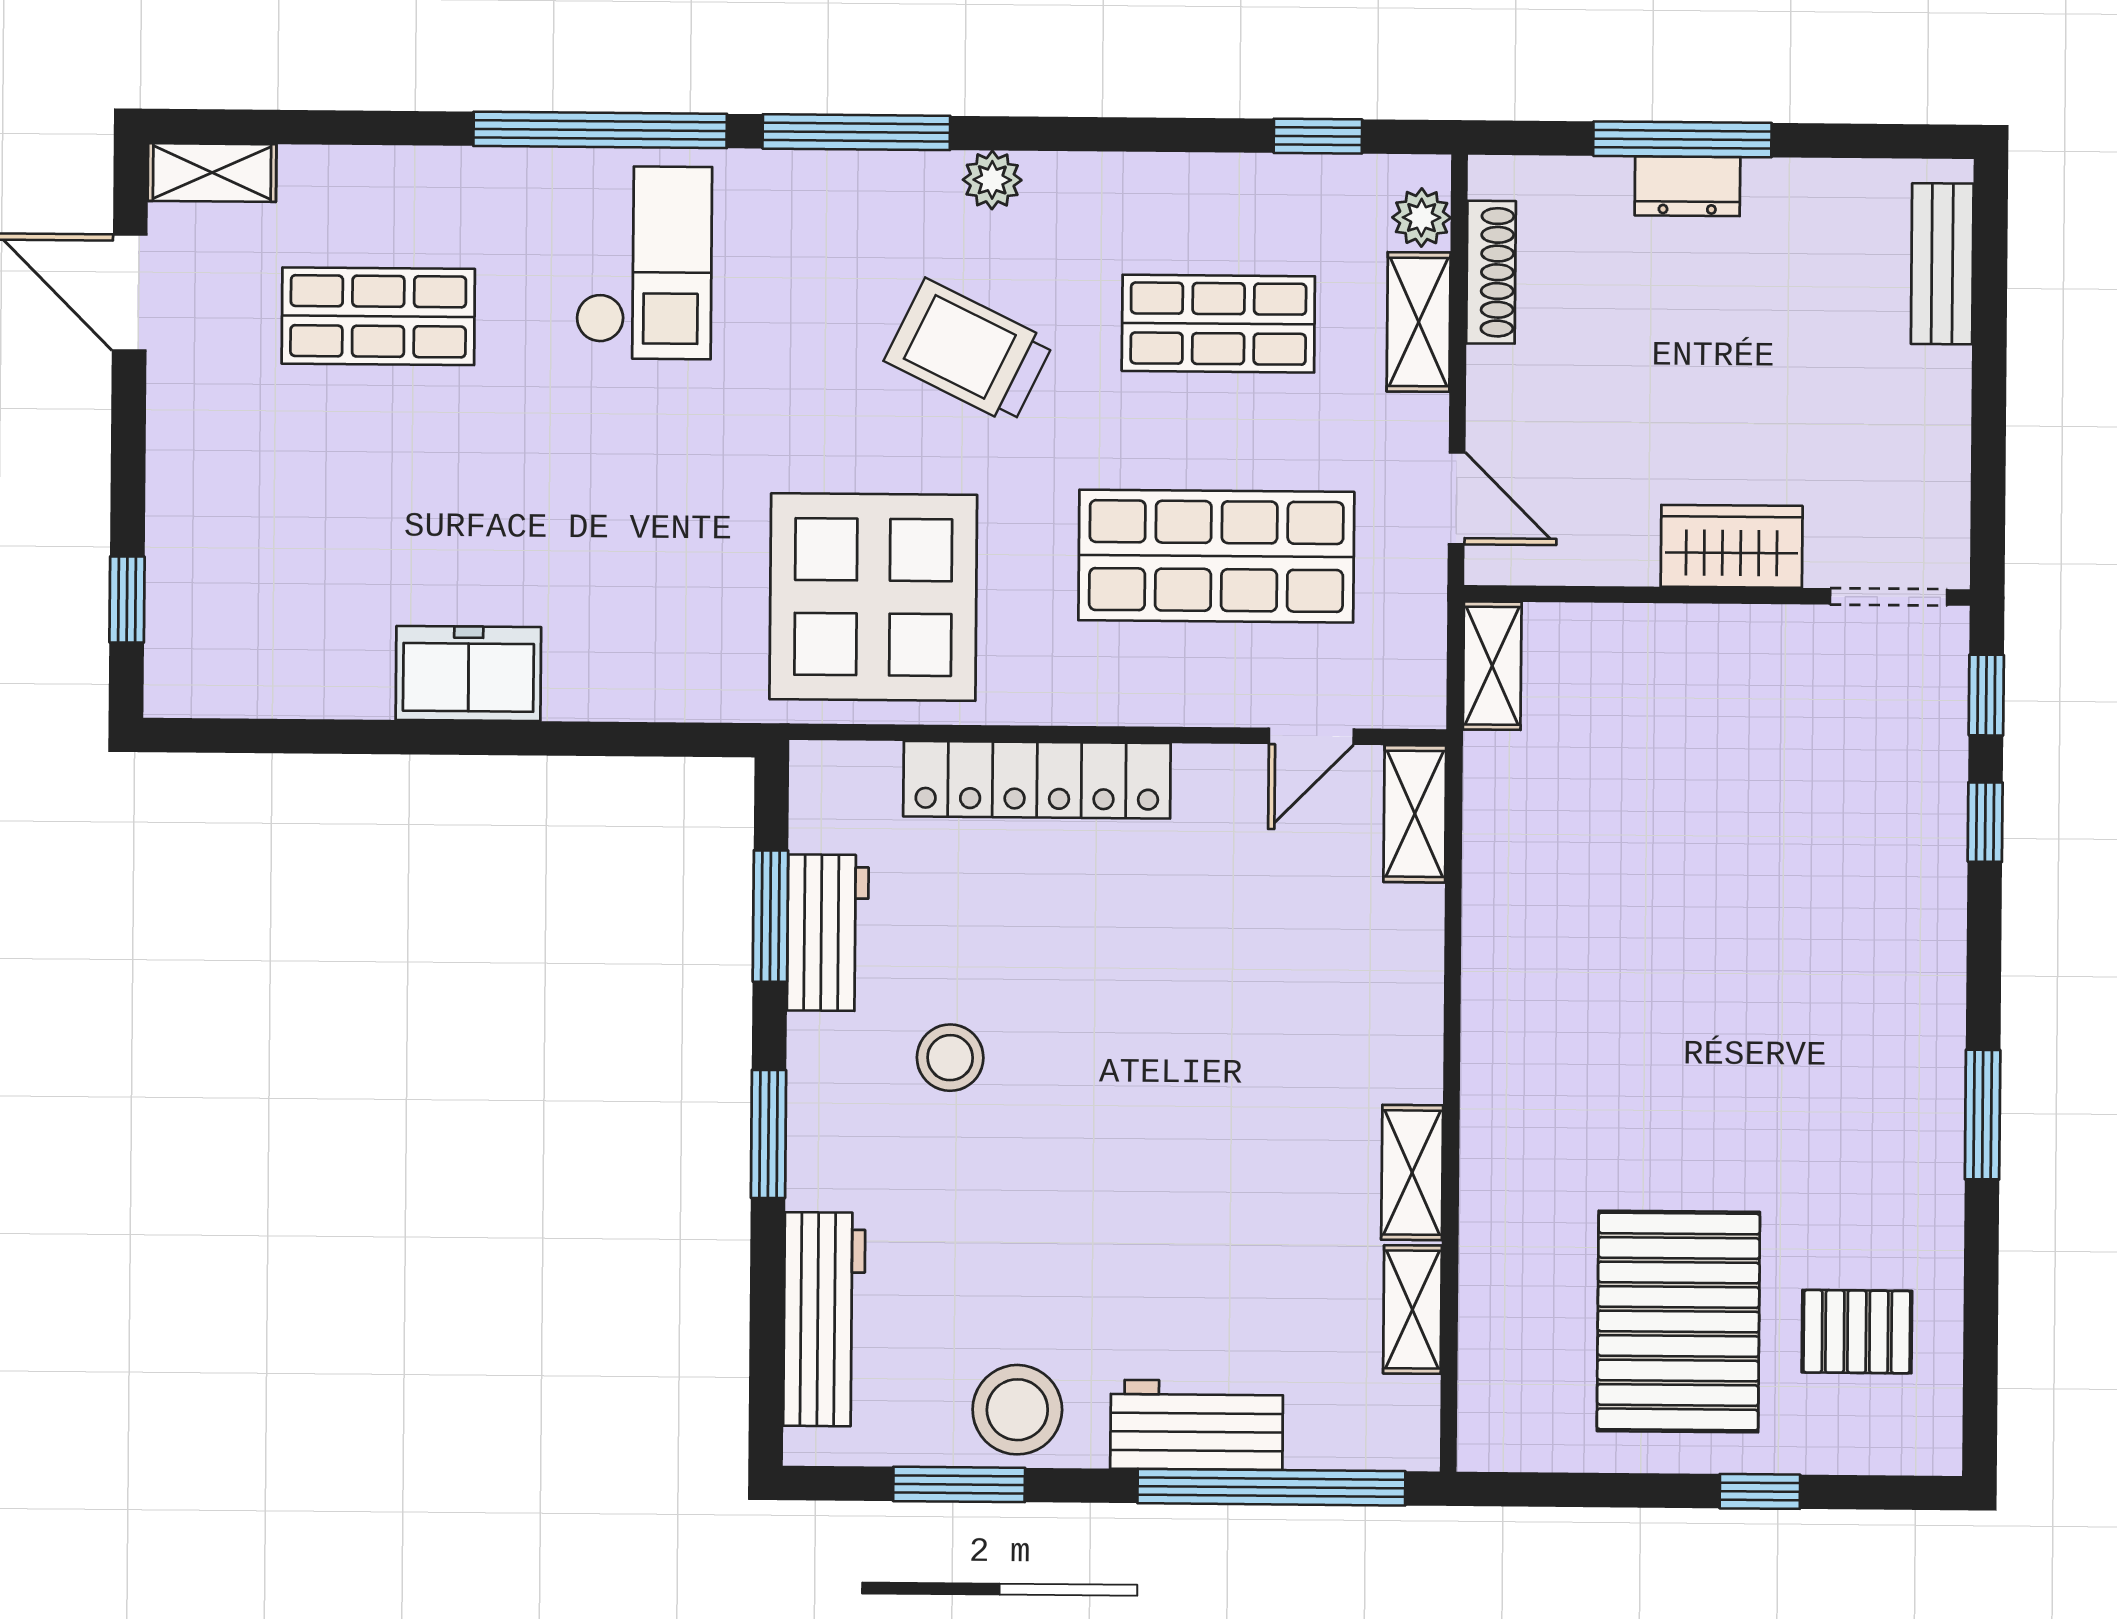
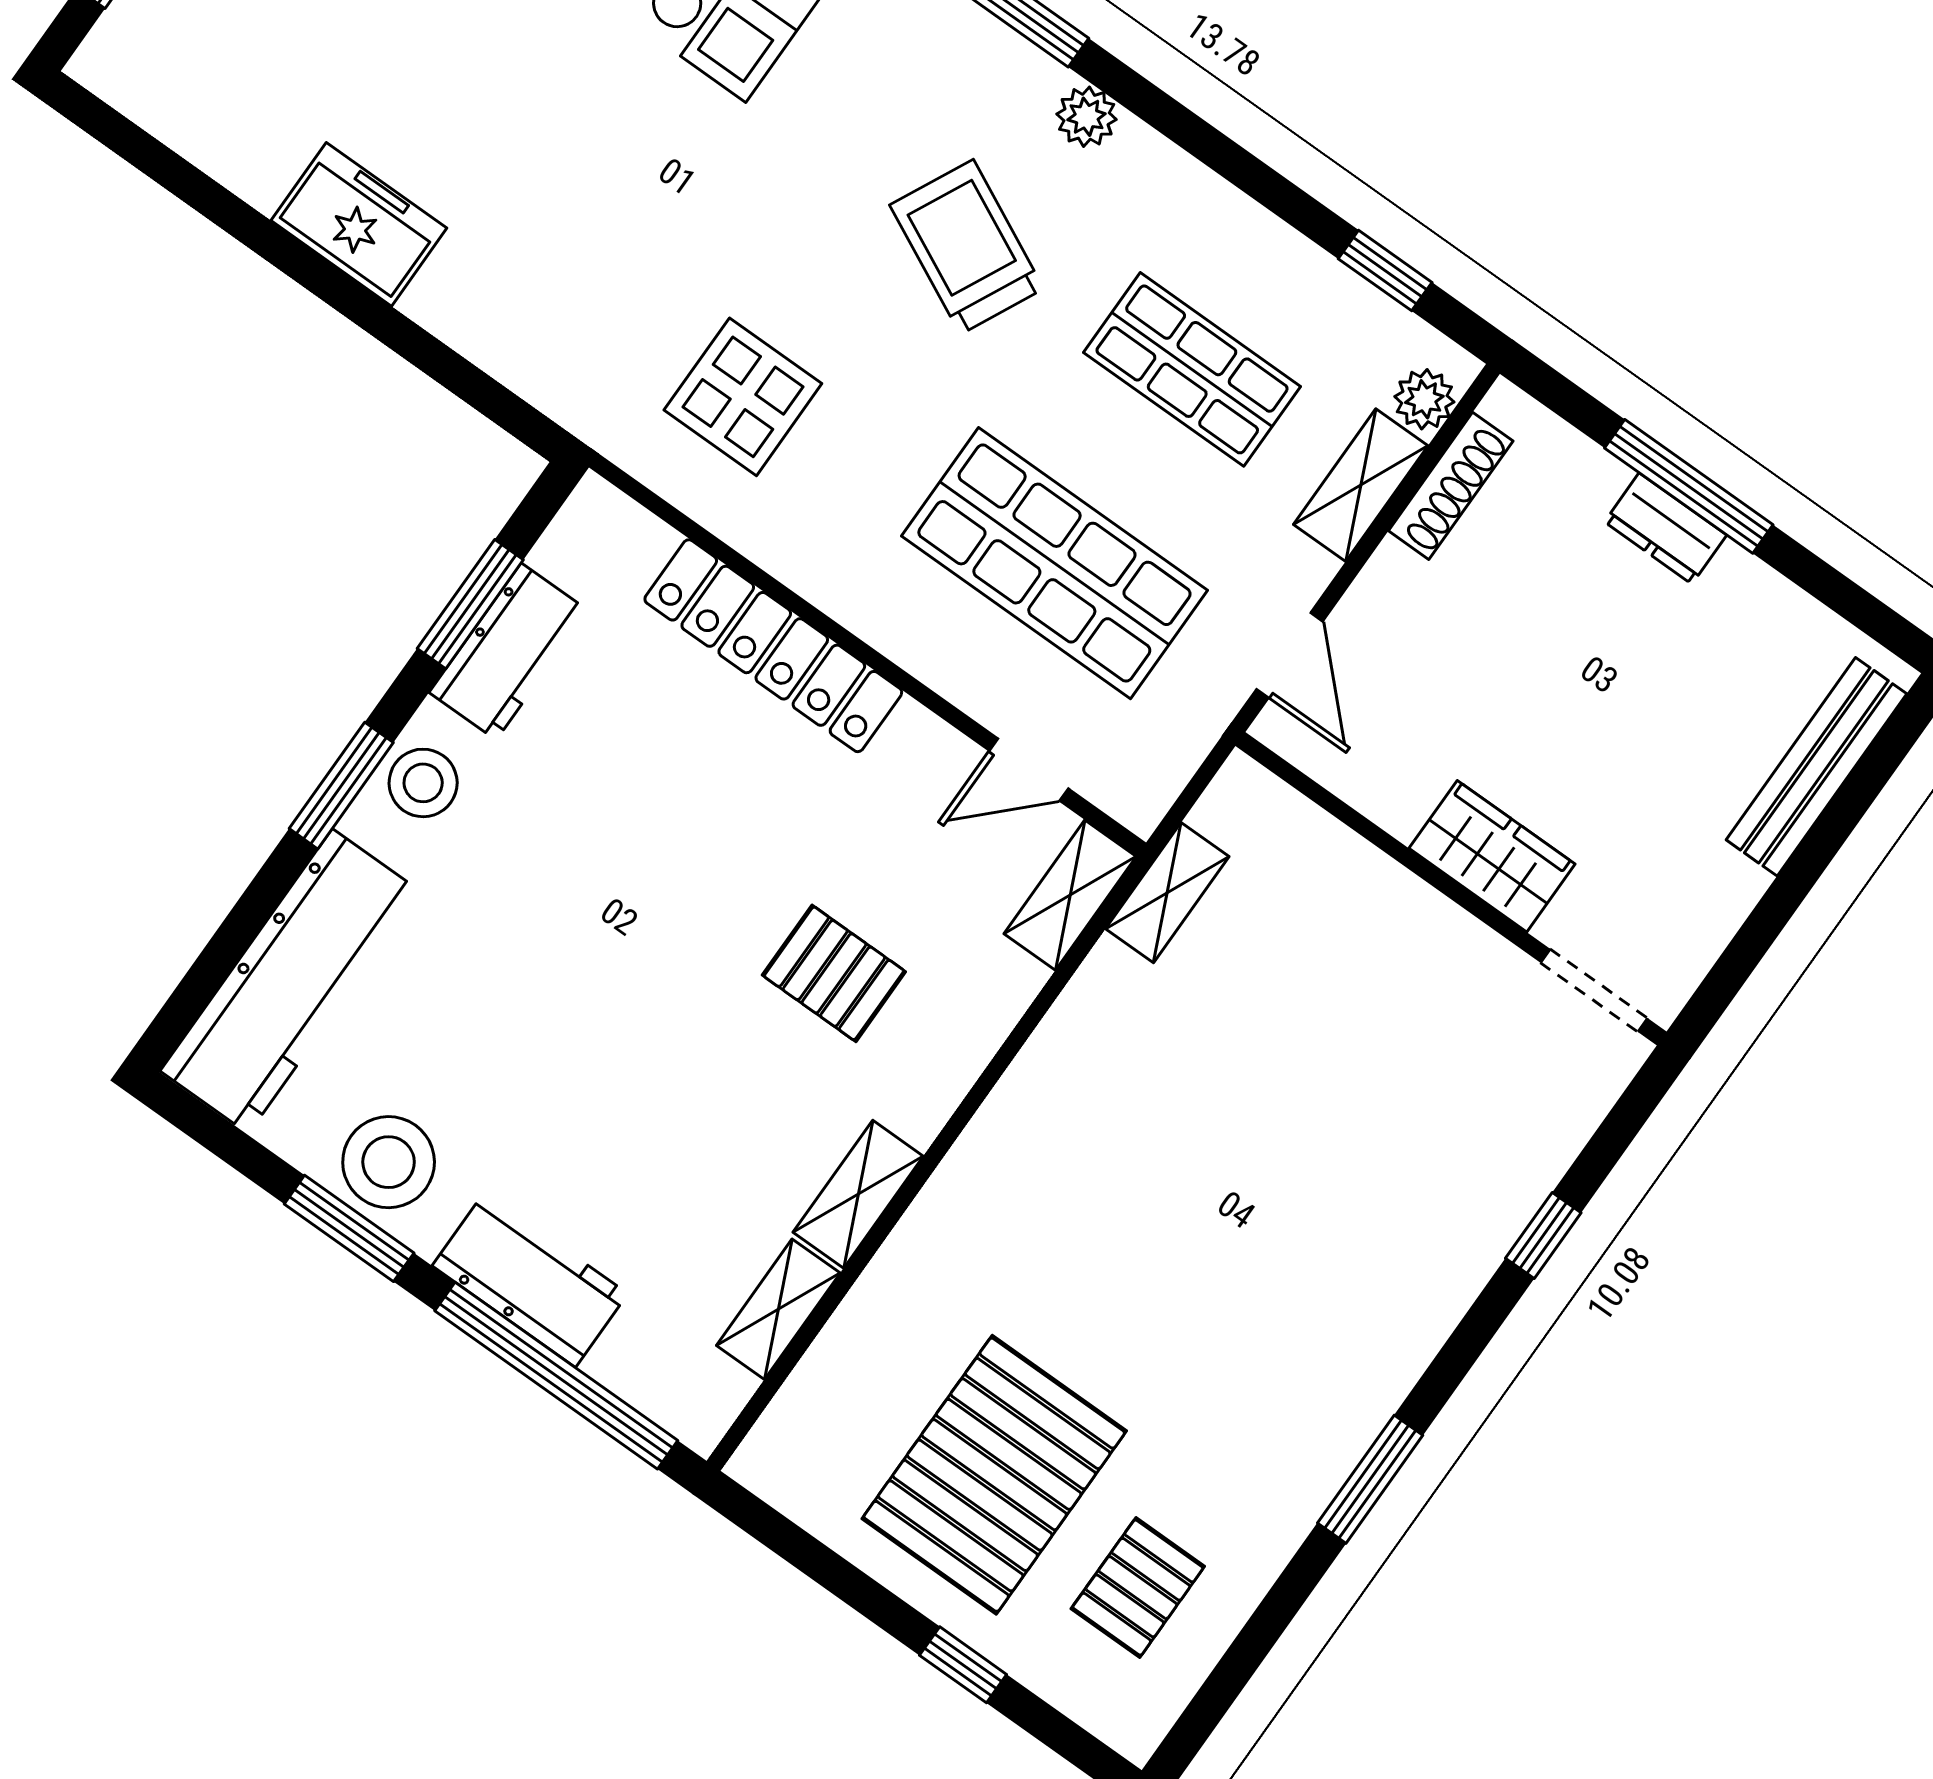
bench: (1942, 264) -> (1816, 767), width x1.36
display table: (873, 597) -> (743, 397), width x0.54, depth x0.54
shelving: (1492, 666) -> (1167, 893), moved
window: (1986, 695) -> (1618, 1130), removed
pallet: (1269, 1009) -> (834, 973), added
stool: (950, 1058) -> (423, 783), moved
workbench: (824, 1319) -> (290, 981), width x1.36, depth x1.32
pallet: (1857, 1332) -> (1138, 1588), turned 90
window: (959, 1484) -> (349, 1228), moved

